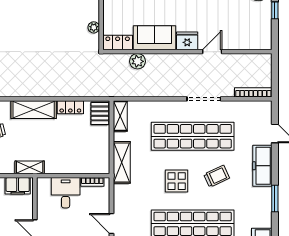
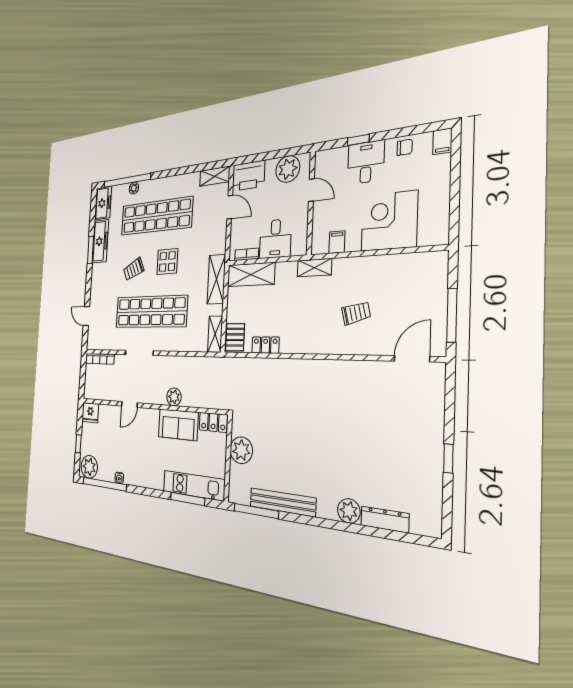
plant: (94, 27) -> (241, 450), width x1.88, depth x1.88
fridge: (187, 41) -> (90, 413), moved
plant: (137, 61) -> (174, 397), moved
shelving: (34, 110) -> (251, 275), moved
freezer: (262, 166) -> (100, 241), moved
filing cabinet: (18, 186) -> (337, 242), width x0.50

